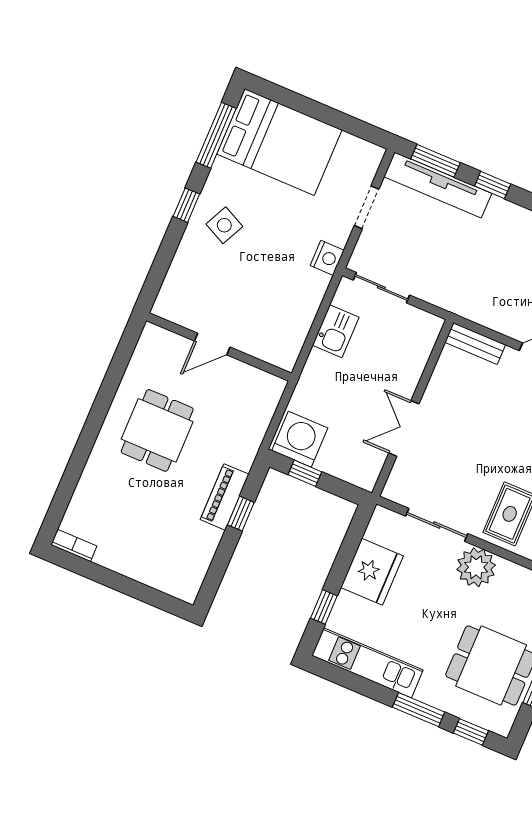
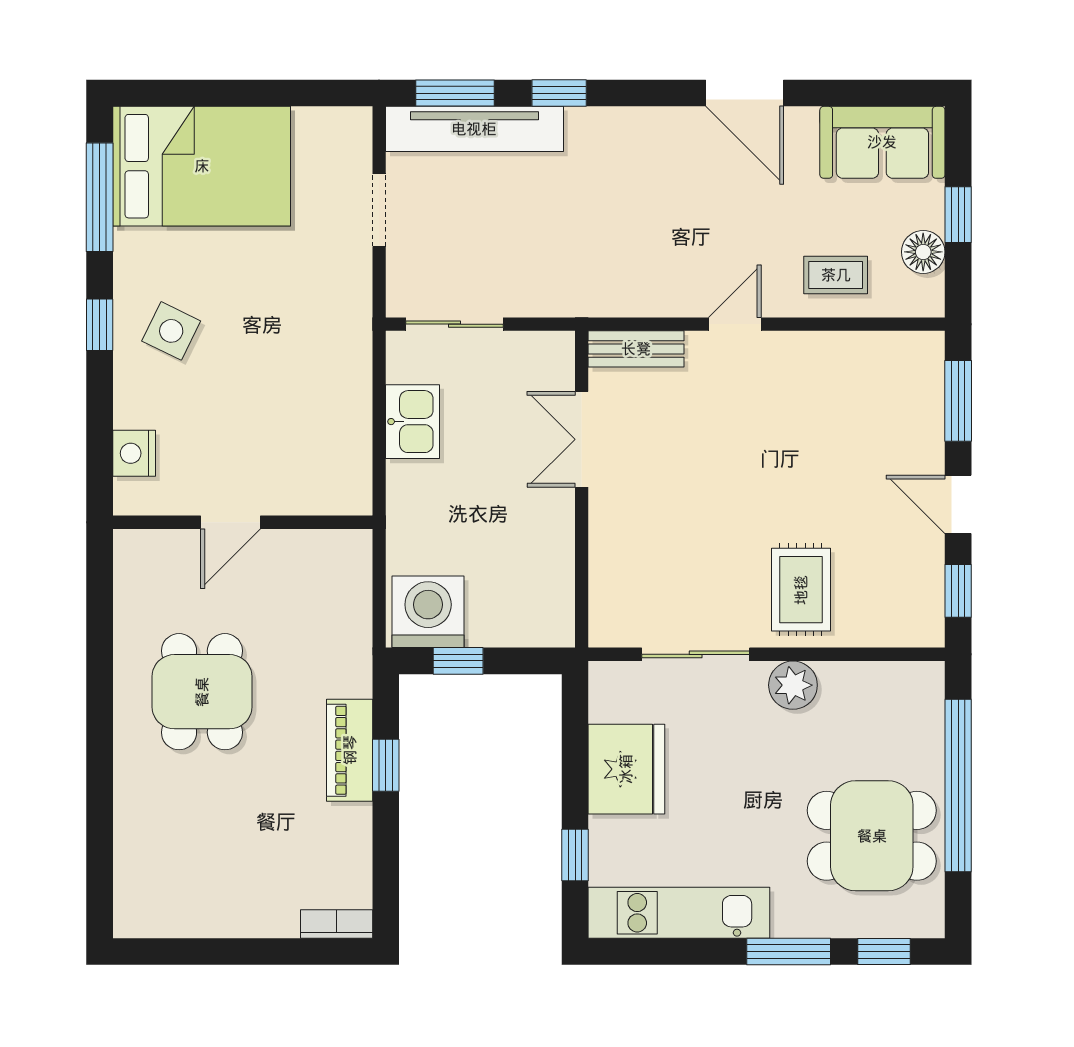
nightstand: (327, 258) -> (134, 453), moved, turned 180
double door: (404, 428) -> (582, 439), moved
bookcase: (74, 545) -> (337, 924), moved
plant: (476, 567) -> (793, 685), width x0.73, depth x0.73

